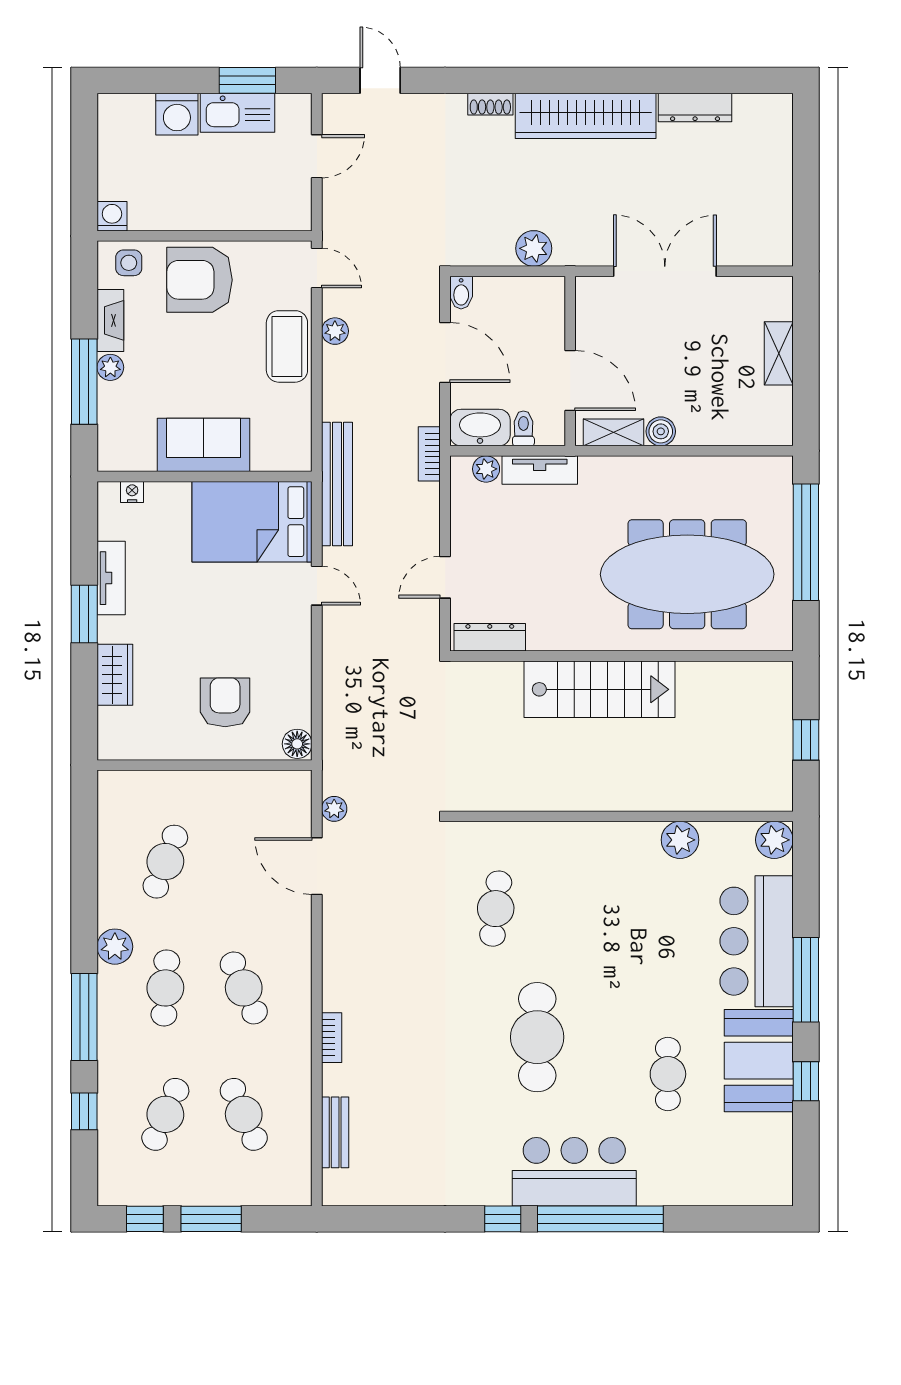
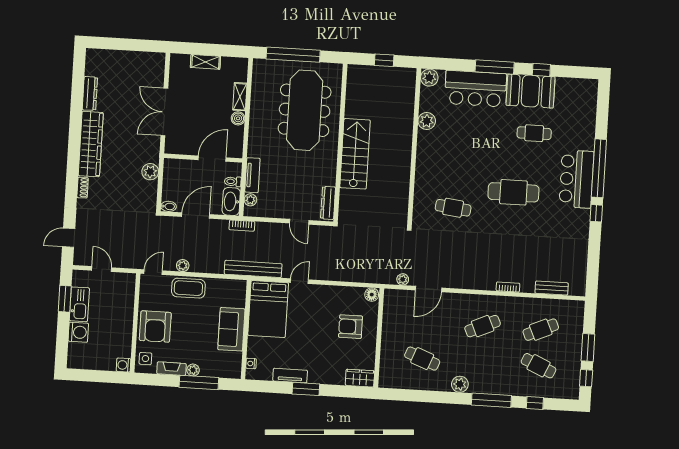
shelving: (614, 432) -> (240, 97), moved
wardrobe: (115, 675) -> (360, 378), moved
cafe table: (165, 988) -> (480, 362), removed

